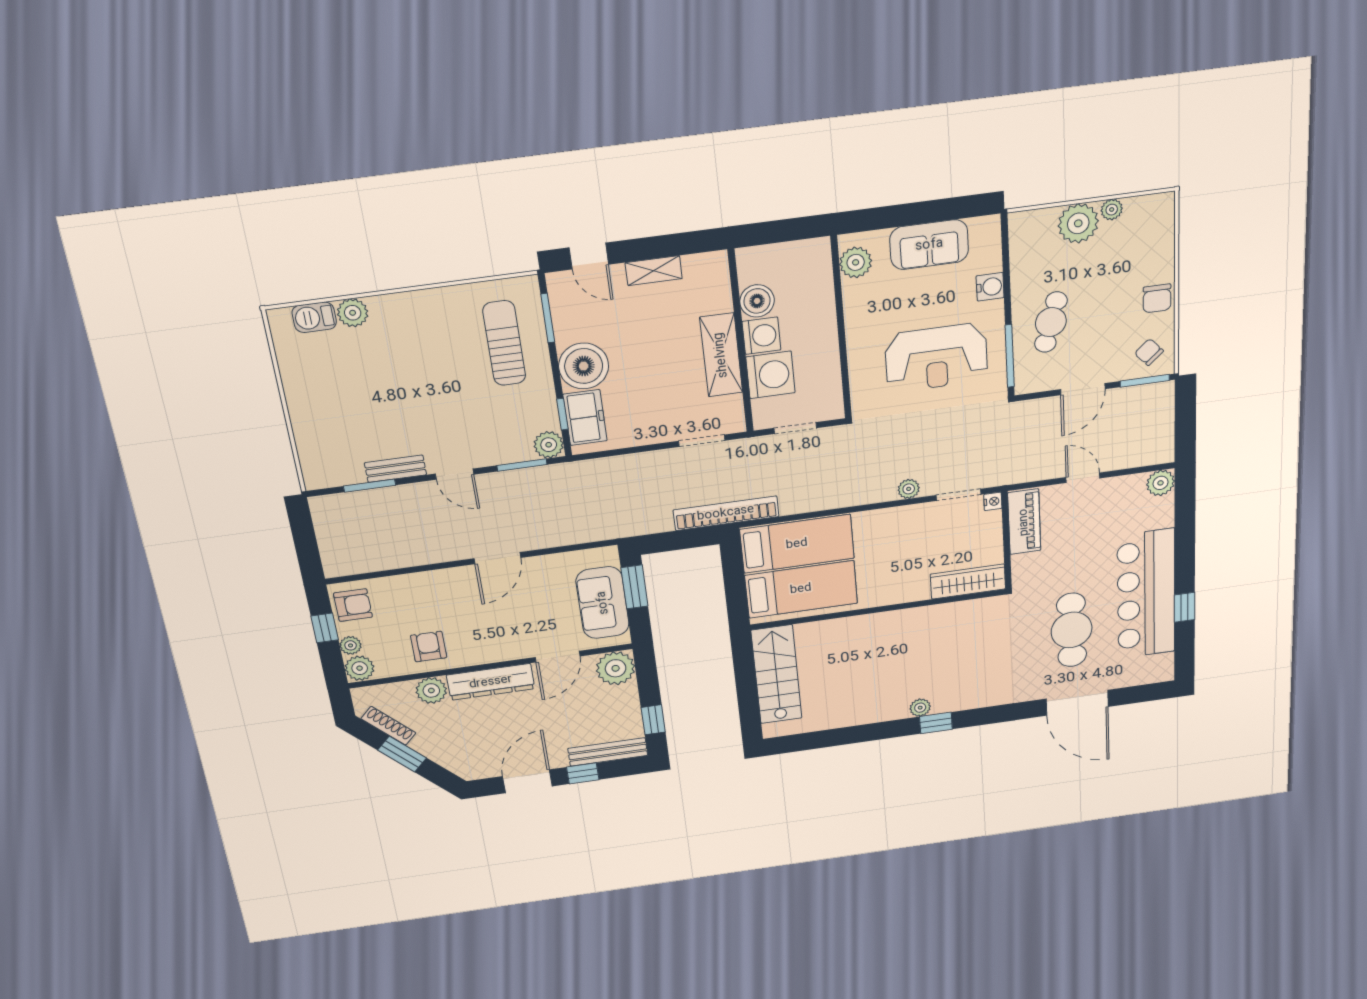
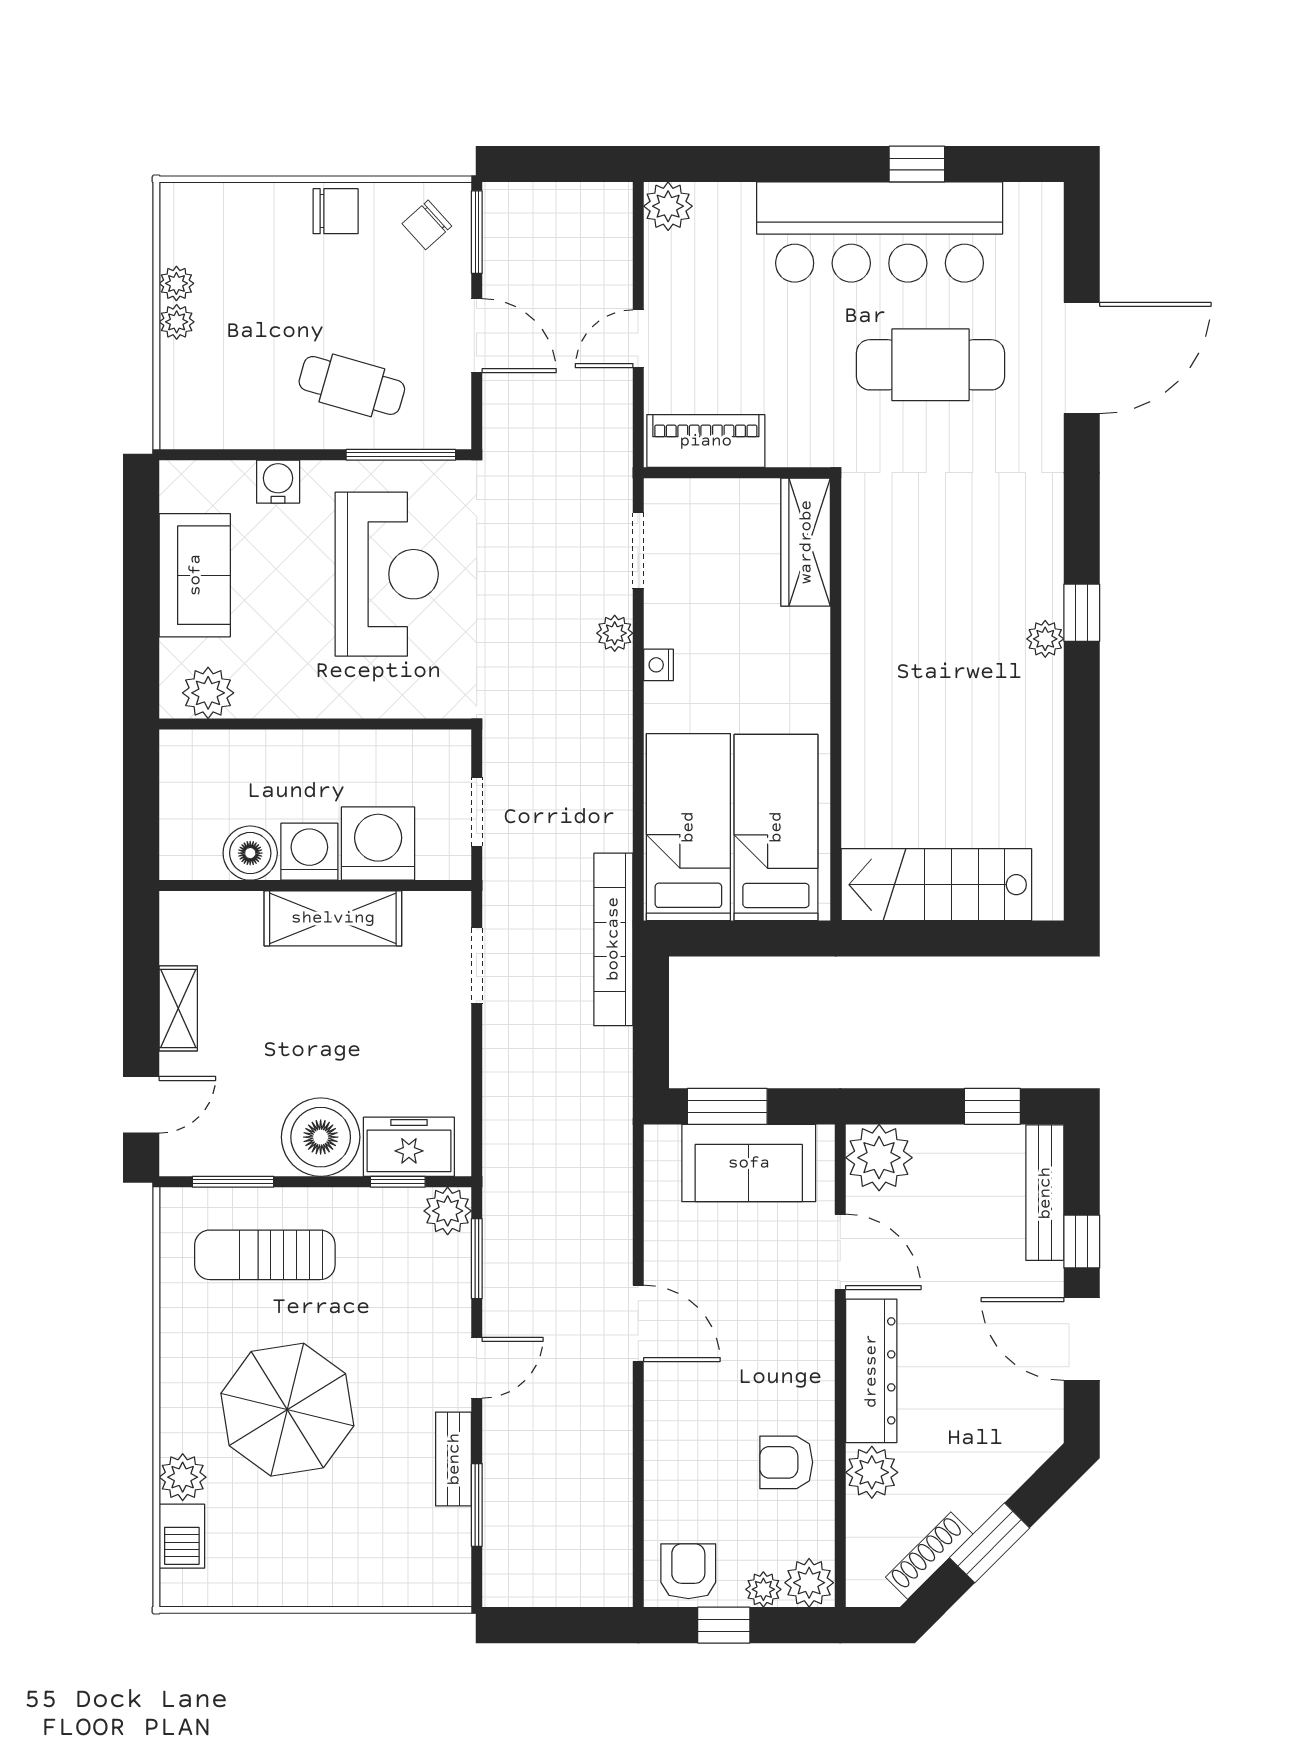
plant: (1078, 223) -> (177, 322), width x0.53, depth x0.53
parasol: (408, 369) -> (287, 1410), added
nightstand: (993, 501) -> (659, 665), moved, turned -90

